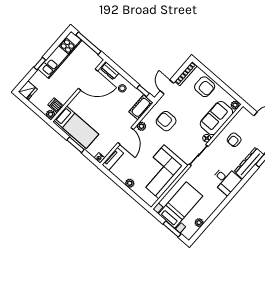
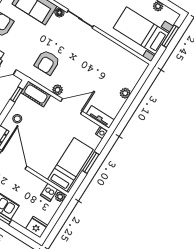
corner sofa: (162, 172) -> (106, 59), removed

